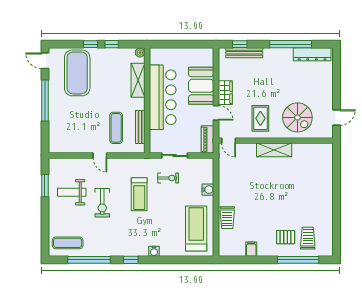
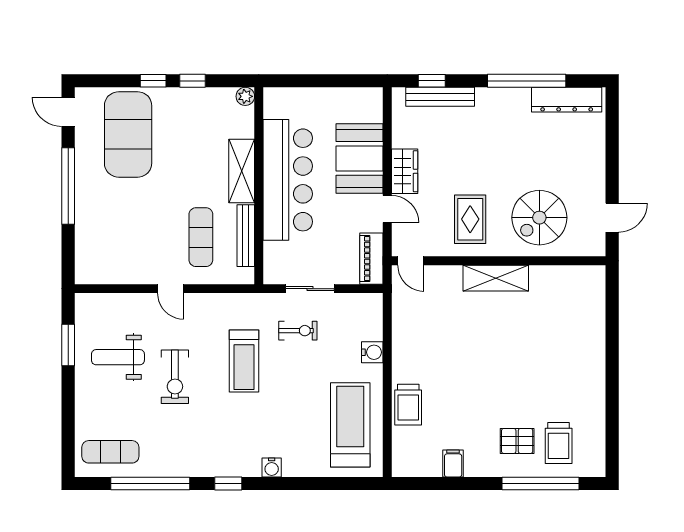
shelving: (138, 80) -> (242, 171), moved
spiral stairs: (297, 117) -> (539, 218), turned 90
trolley: (308, 238) -> (559, 443), turned 180

